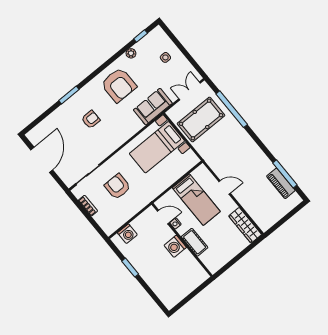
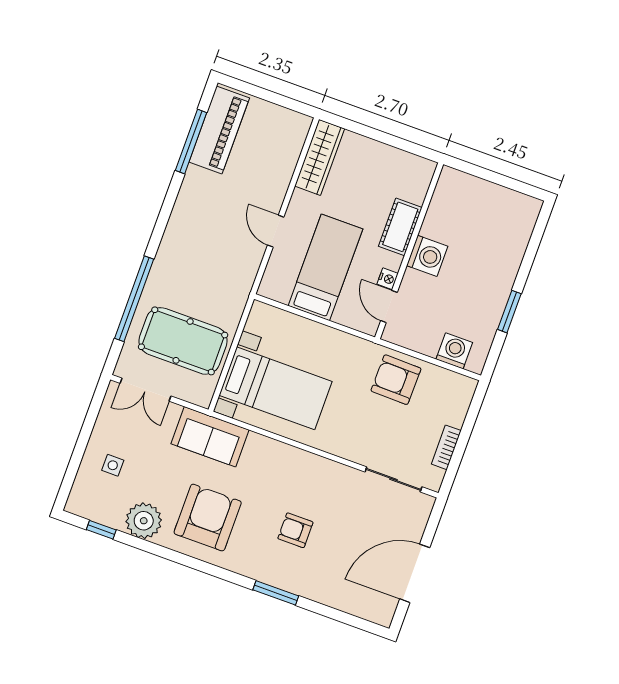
plant: (131, 53) -> (144, 521), width x1.88, depth x1.88
piano: (281, 183) -> (219, 130), width x1.37, depth x1.33
armchair: (117, 187) -> (396, 380), moved, turned 91

